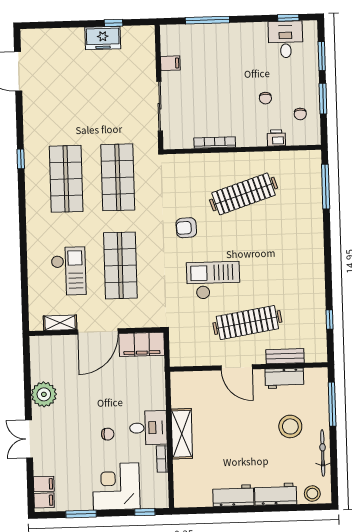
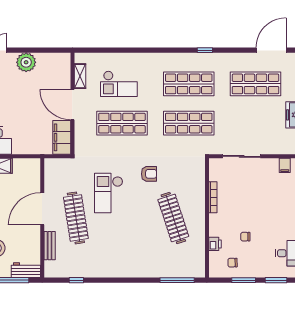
filing cabinet: (170, 63) -> (285, 165), moved
shop shelf: (63, 91) -> (255, 84), added
armchair: (186, 228) -> (149, 174), turned 93
checkout: (213, 280) -> (109, 193), turned 180
door: (237, 367) -> (42, 209), width x1.36
workbench: (284, 378) -> (26, 270), moved, turned 90

